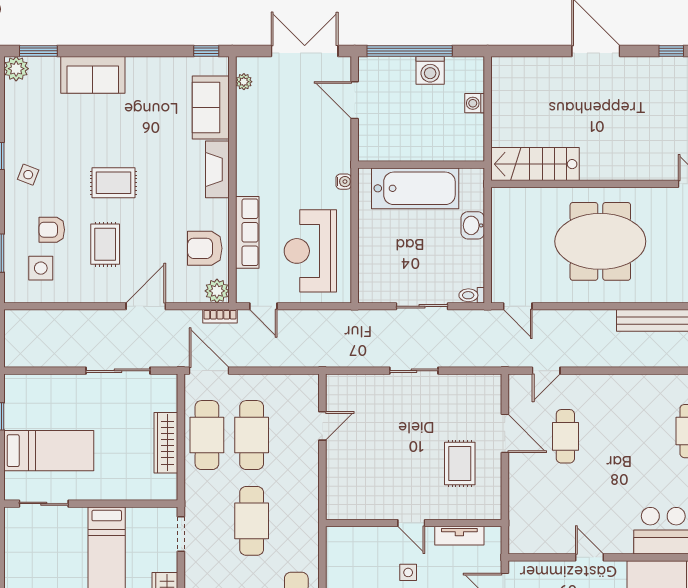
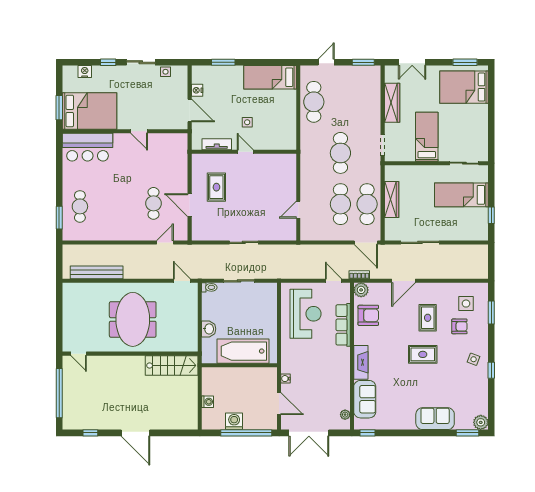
water cooler: (344, 182) -> (286, 379), moved
meeting table: (600, 241) -> (133, 319), turned 90

